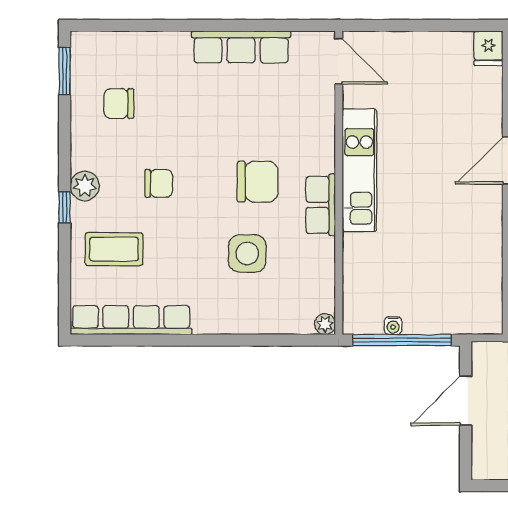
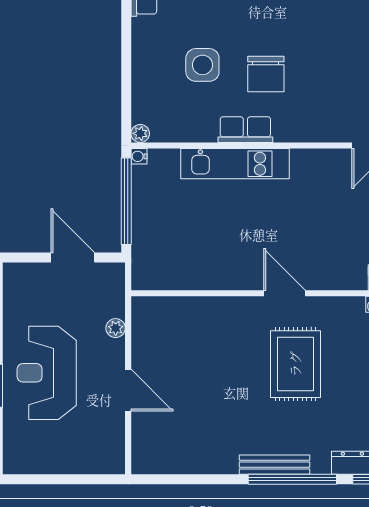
kitchen unit: (359, 170) -> (235, 164), moved
water cooler: (393, 326) -> (139, 156), moved

